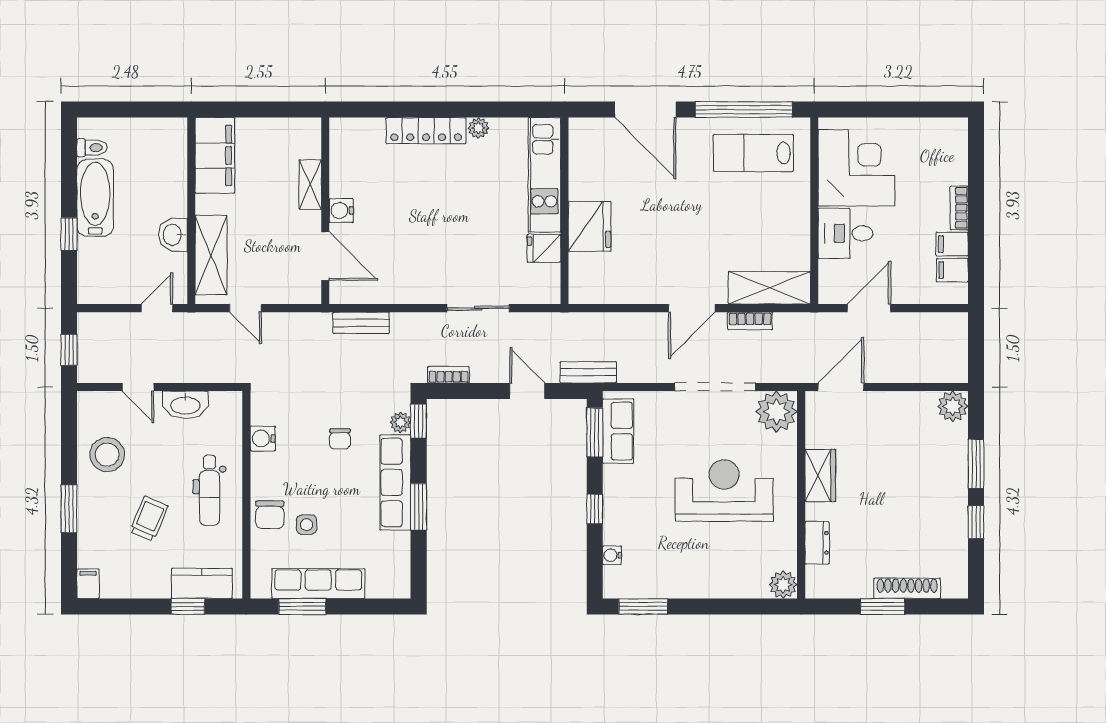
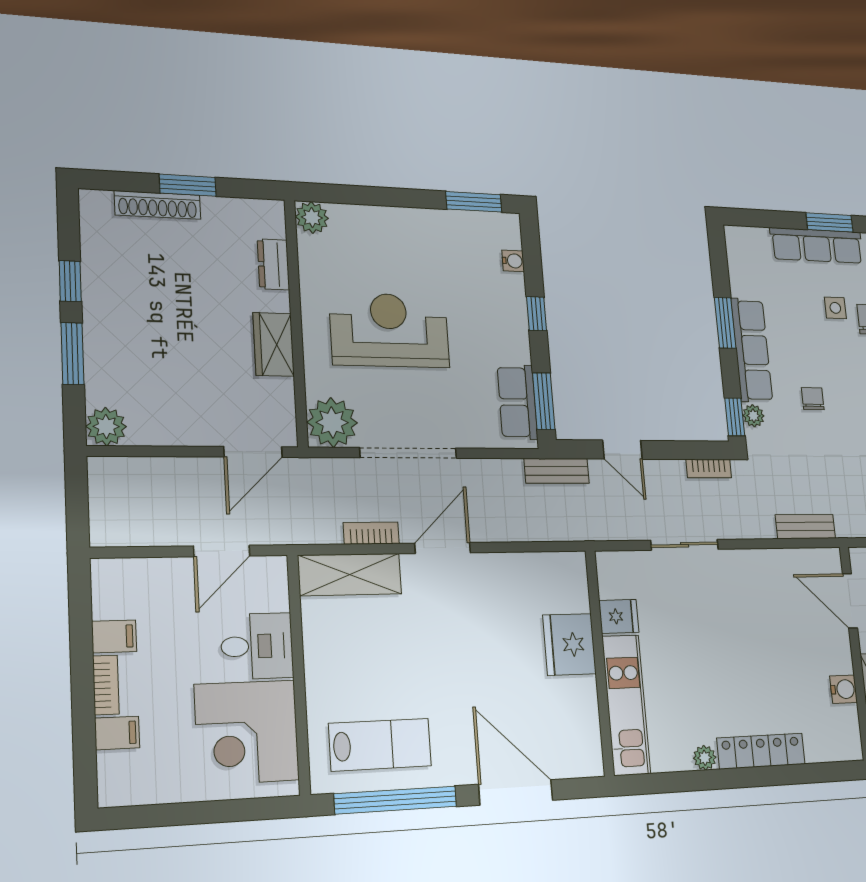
water cooler: (341, 210) -> (844, 689), moved
filing cabinet: (952, 270) -> (117, 733), moved
reception desk: (724, 490) -> (390, 330), turned 180

